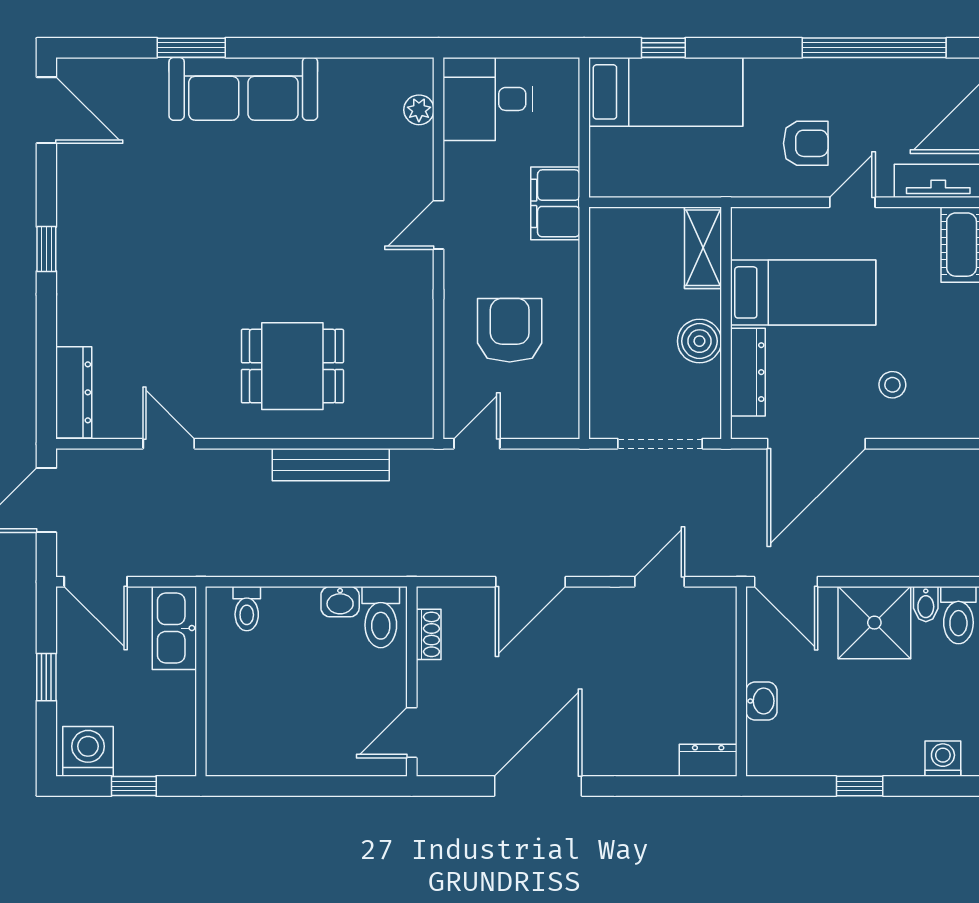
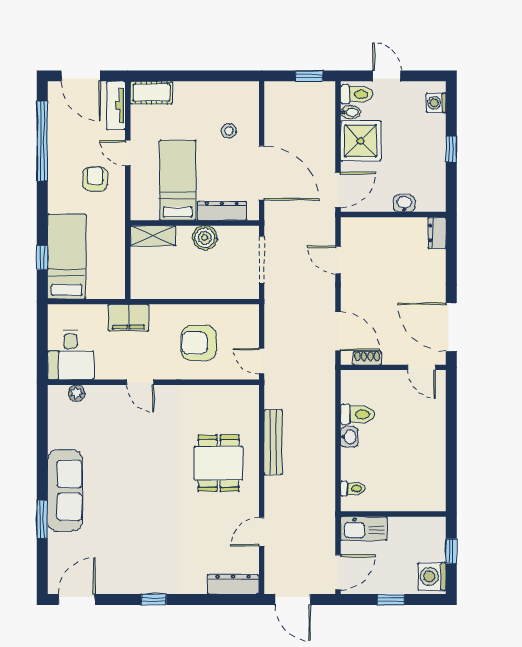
shoe rack: (429, 634) -> (367, 358), moved
wall: (412, 681) -> (393, 367), moved
door: (412, 733) -> (422, 367), moved

